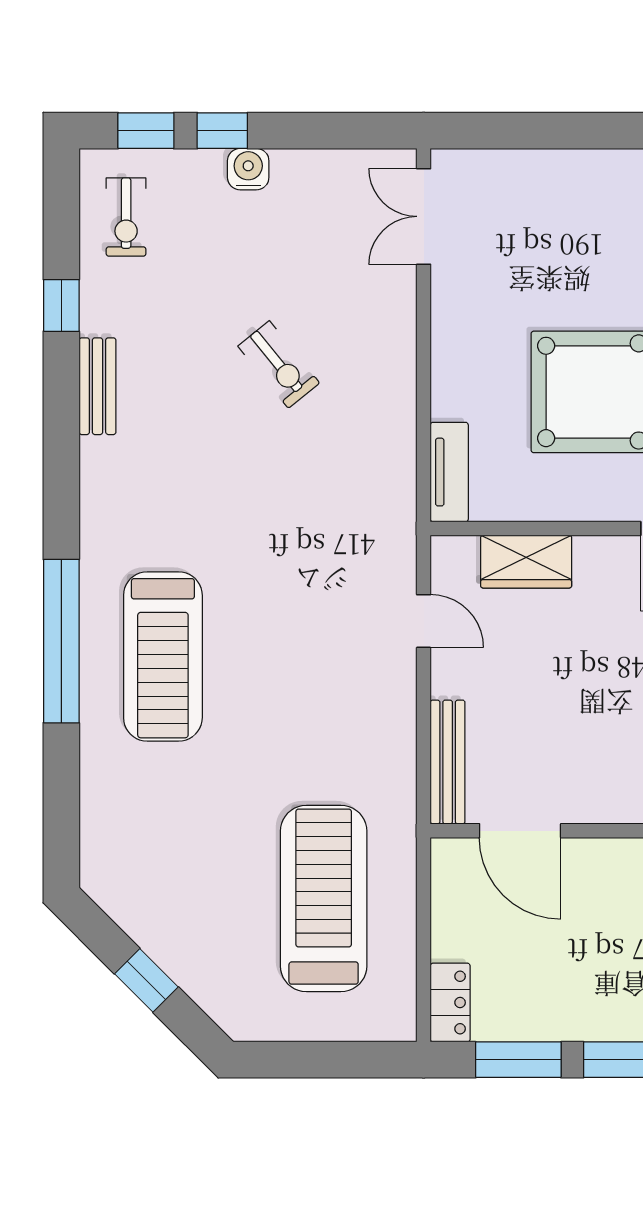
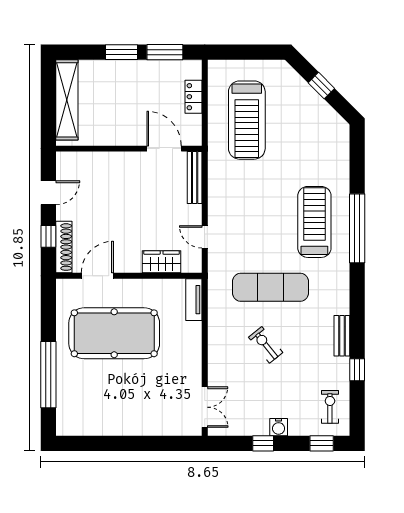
window: (222, 131) -> (263, 443), moved
exercise mat: (267, 501) -> (270, 287), added
locker: (450, 1003) -> (194, 97), moved

